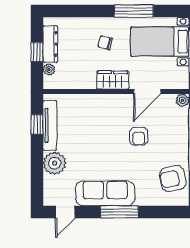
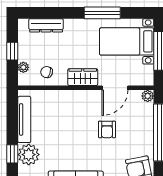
chair: (105, 43) -> (47, 72), moved
dresser: (50, 44) -> (46, 25), moved, turned 90
window: (37, 125) -> (12, 154), moved

